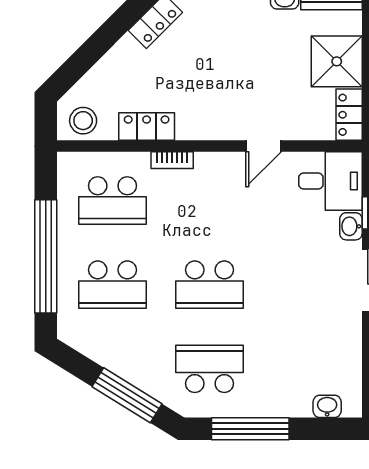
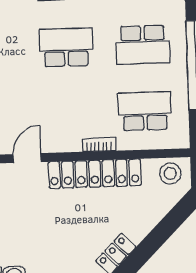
locker: (147, 127) -> (95, 174), width x2.16, depth x1.21
school desk: (112, 285) -> (143, 45), turned 180

